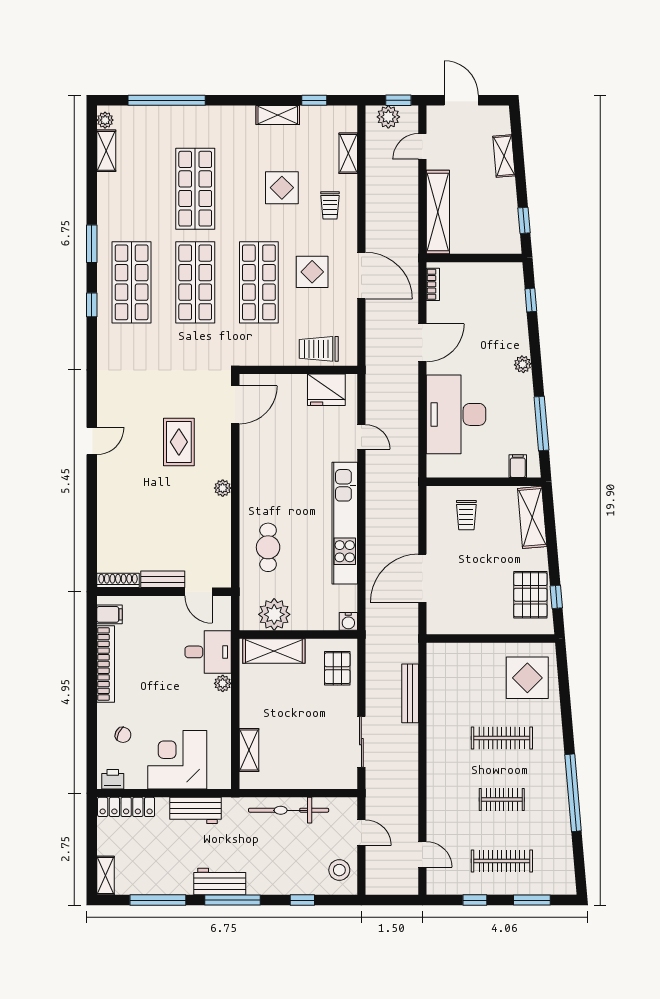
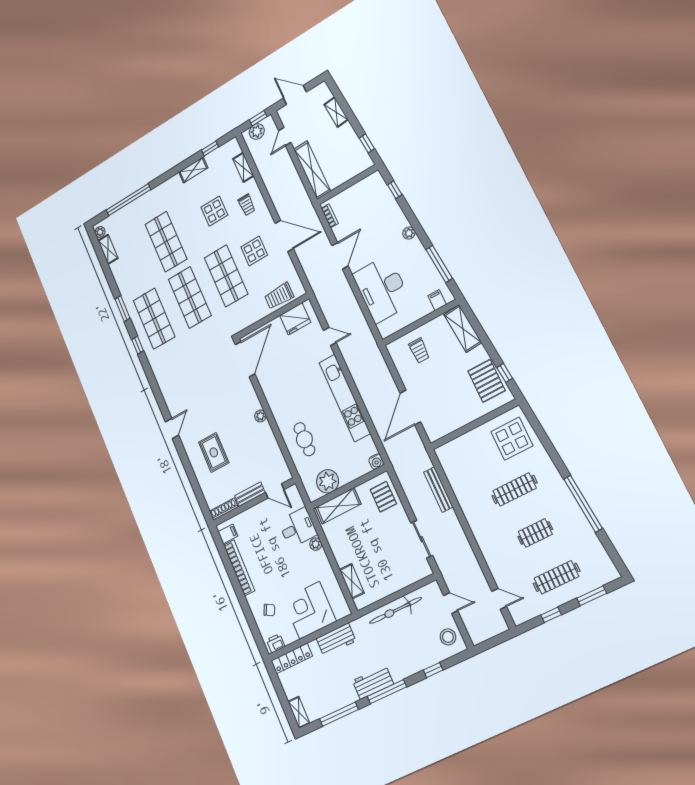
door: (235, 405) -> (245, 359), width x1.36
rug: (179, 442) -> (214, 452), moved

